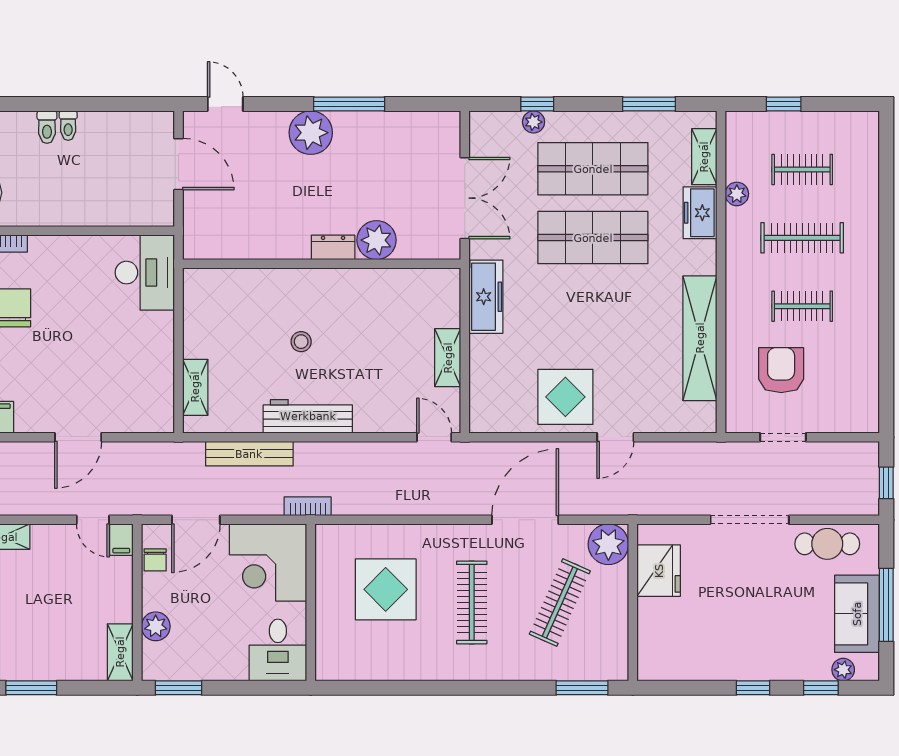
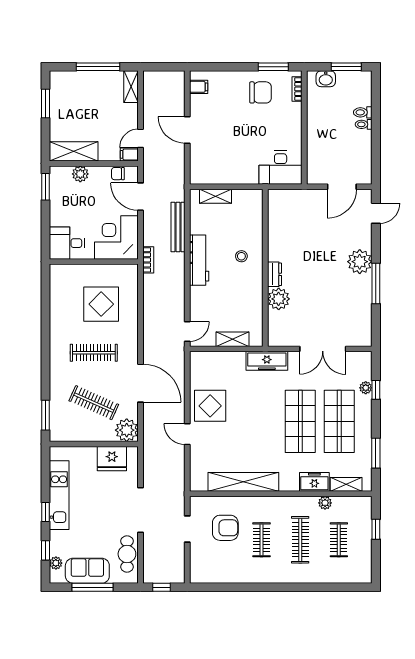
plant: (377, 240) -> (279, 299), moved
dresser: (333, 247) -> (274, 274), moved
wall: (322, 264) -> (265, 268), moved
shelving: (120, 652) -> (74, 151), width x1.50, depth x1.33
kitchen unit: (723, 664) -> (59, 495), added

